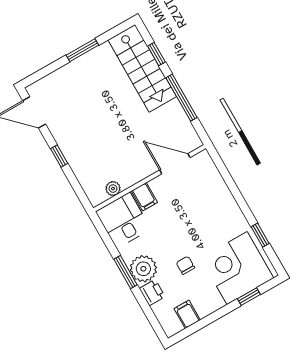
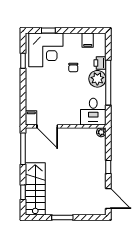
window: (181, 98) -> (23, 149), moved
plant: (113, 189) -> (101, 132), moved
filing cabinet: (144, 197) -> (31, 118), moved
window: (125, 272) -> (108, 83), width x2.11

